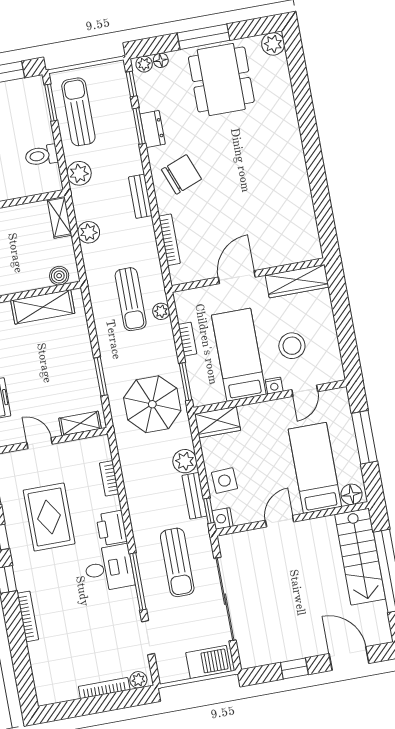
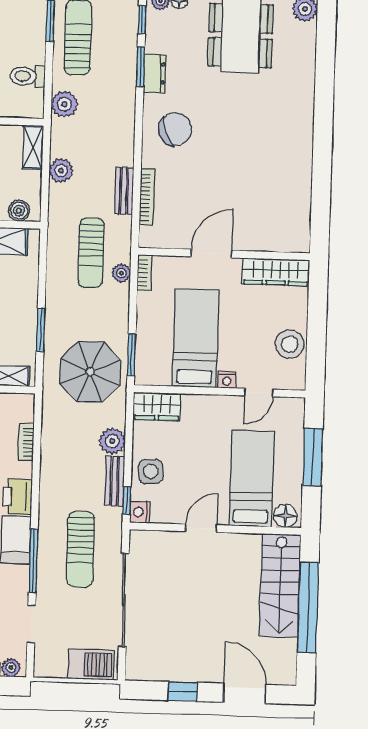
bench: (140, 196) -> (124, 191), moved
bookcase: (187, 339) -> (145, 273), moved
stool: (292, 346) -> (290, 344), moved

